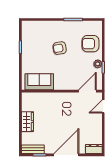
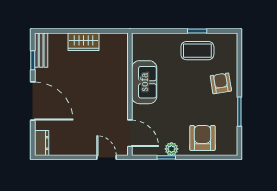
coffee table: (33, 47) -> (197, 51), added
armchair: (60, 48) -> (221, 83), moved
sofa: (39, 82) -> (144, 82), moved

